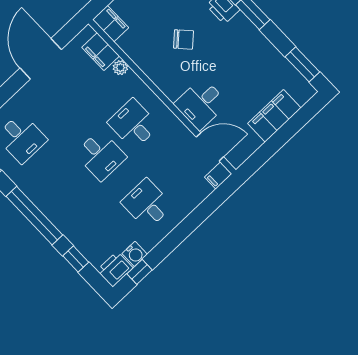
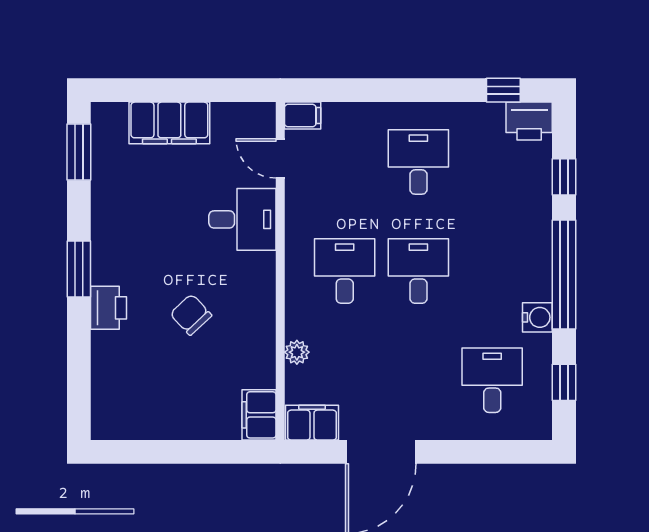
filing cabinet: (101, 52) -> (312, 423), moved, turned -90
desk: (133, 124) -> (345, 271), turned 180
door: (210, 147) -> (280, 158), width x0.73
desk: (147, 204) -> (418, 162), turned 180
water cooler: (135, 254) -> (537, 317), moved, turned 90

